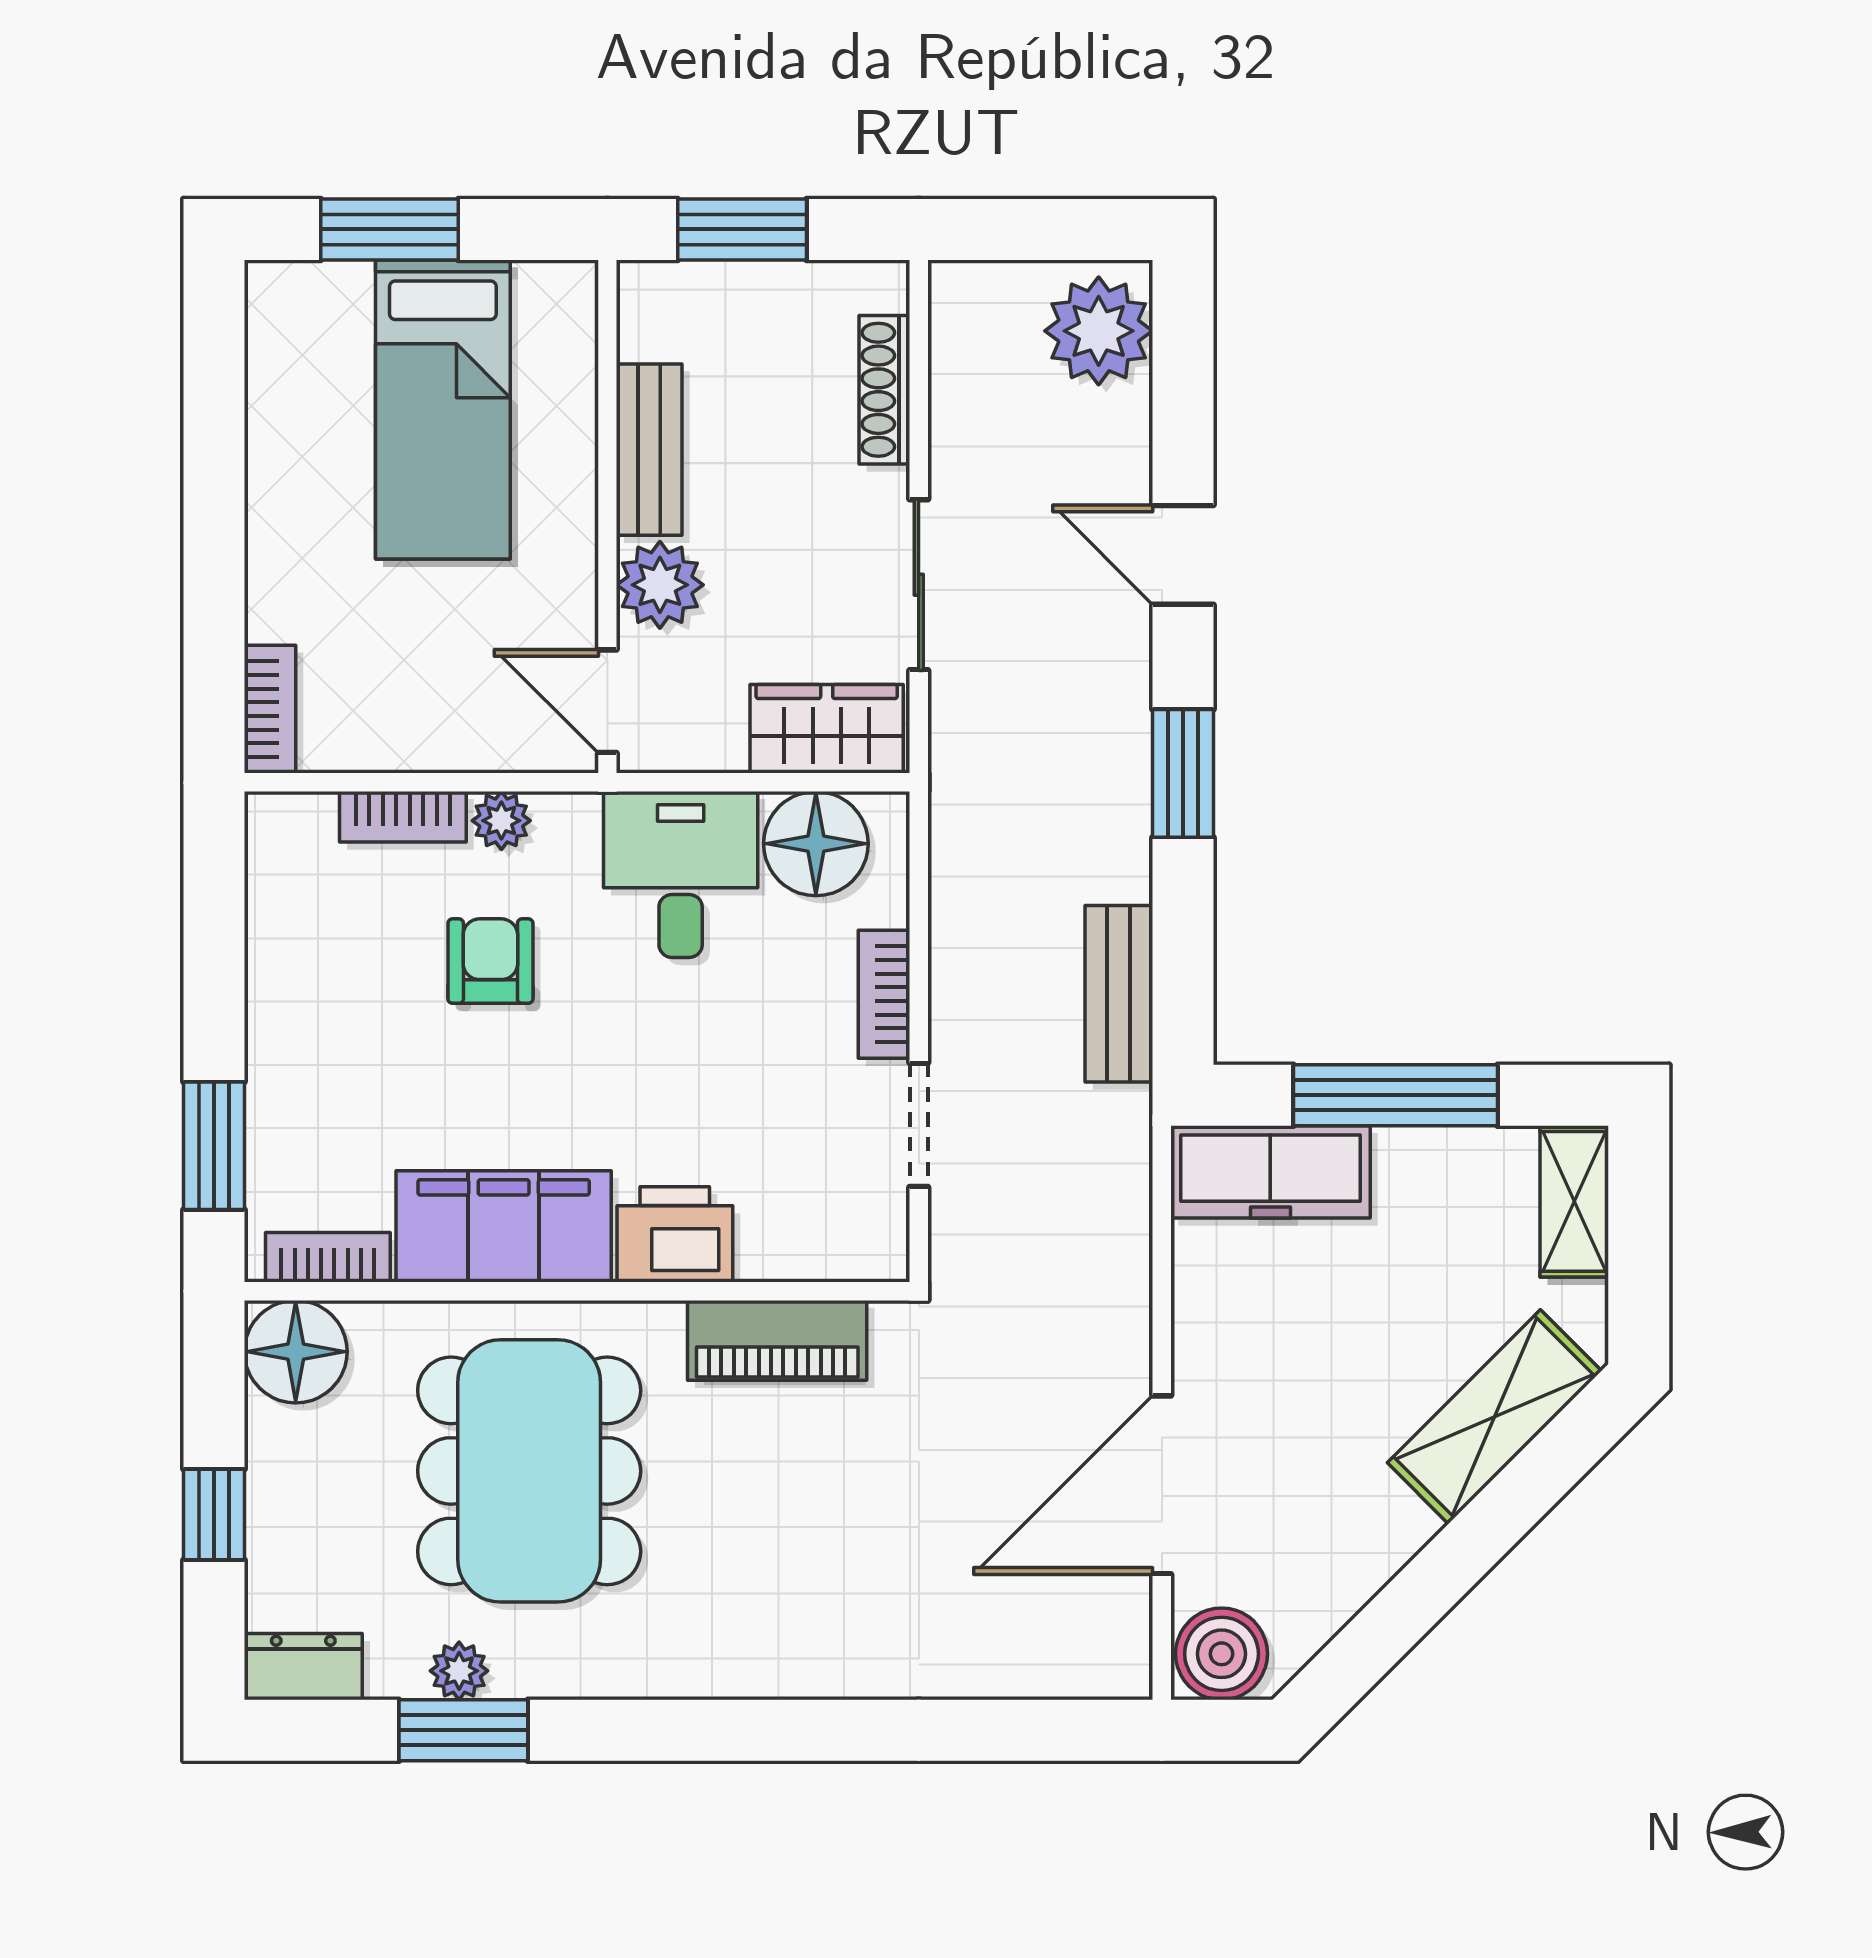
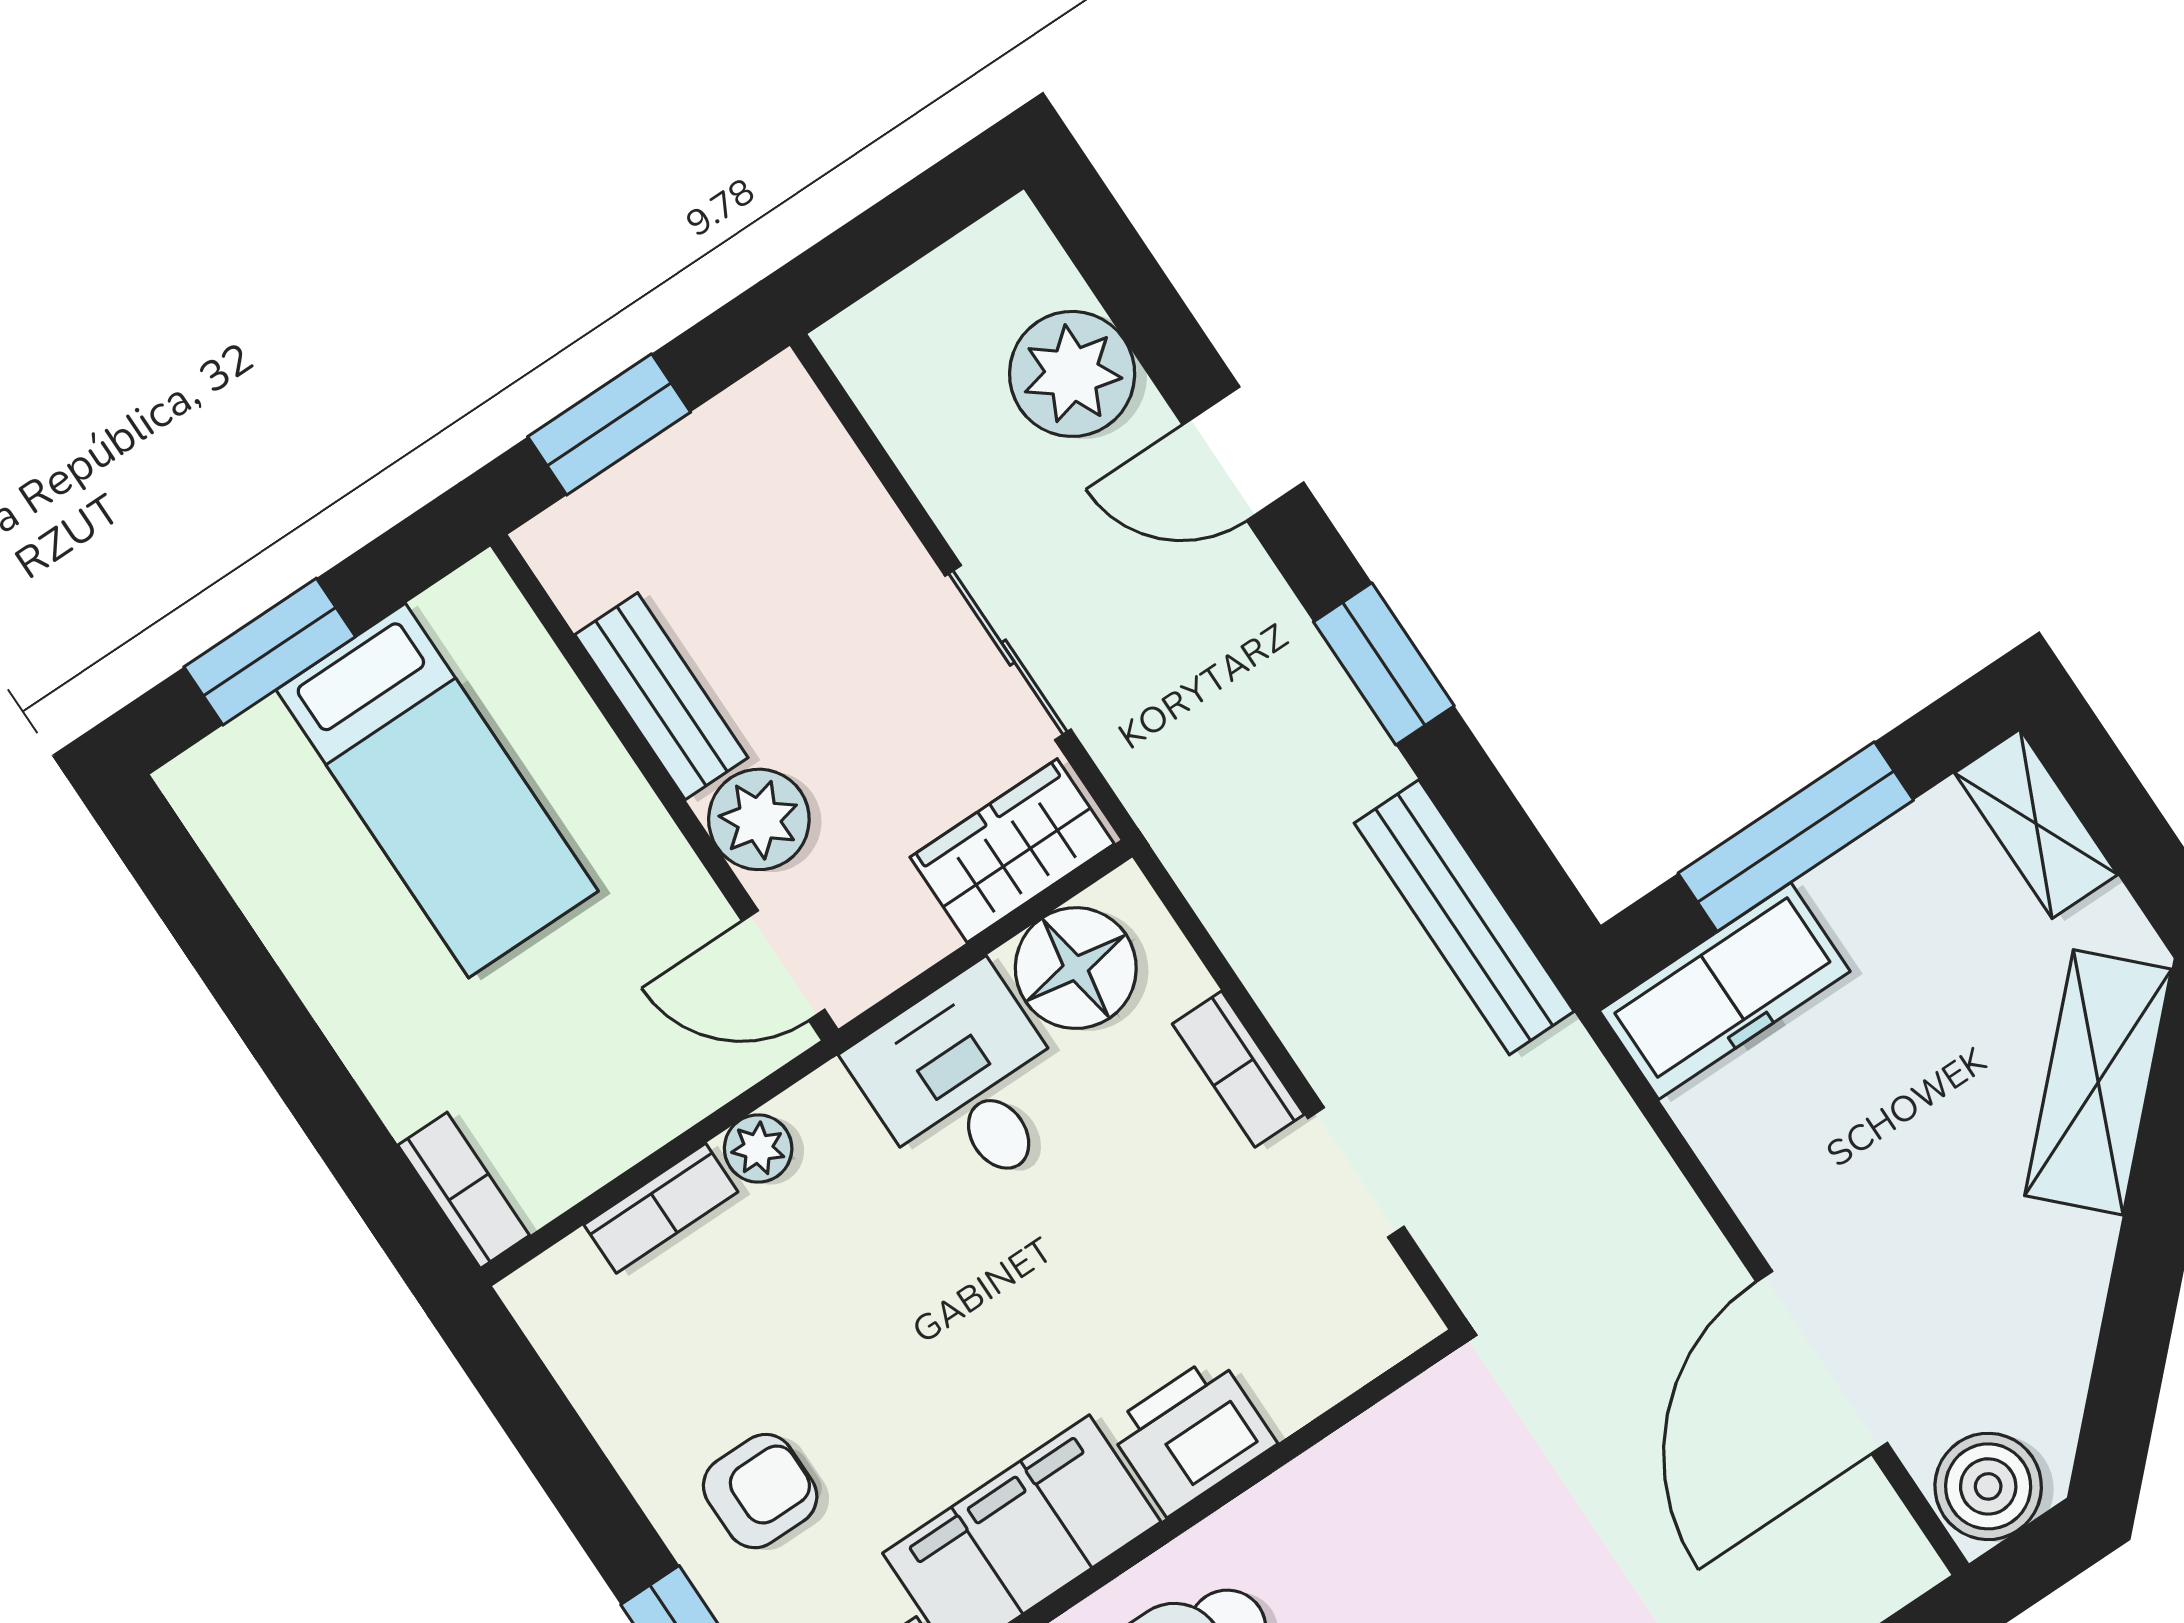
plant: (1099, 331) -> (1072, 374), moved
shoe rack: (884, 390) -> (849, 487), removed
armchair: (490, 961) -> (760, 1491), moved, turned 90
bench: (1119, 994) -> (1464, 917), width x1.36
piano: (777, 1340) -> (1358, 1471), removed

